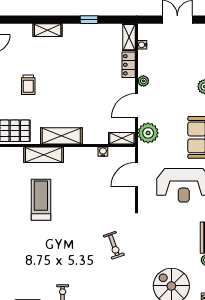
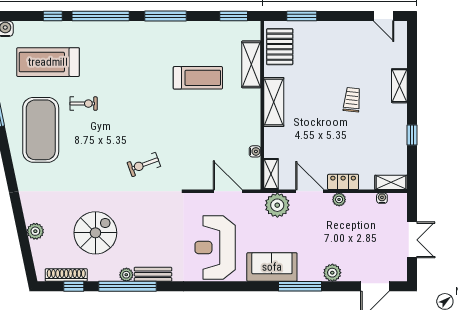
locker: (129, 65) -> (343, 182), moved
trolley: (28, 85) -> (352, 100), moved, turned 96
shelving: (44, 155) -> (251, 64), moved

